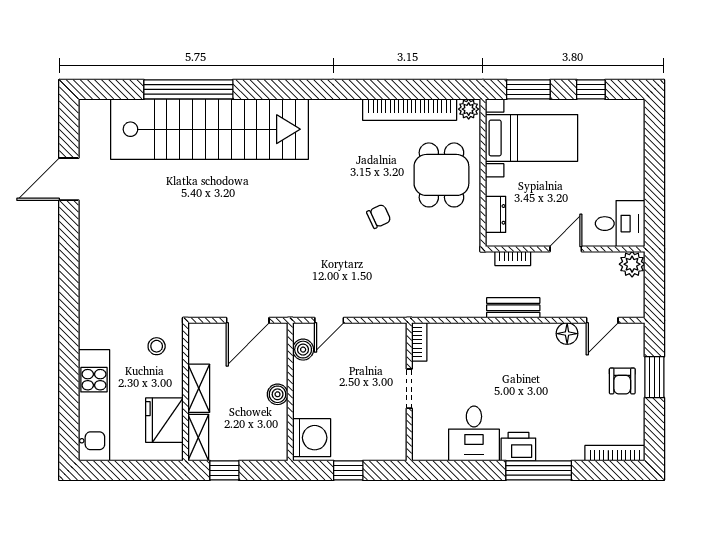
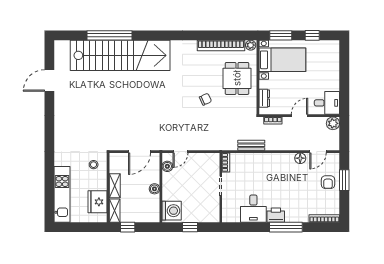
bench: (513, 308) -> (251, 145), moved

